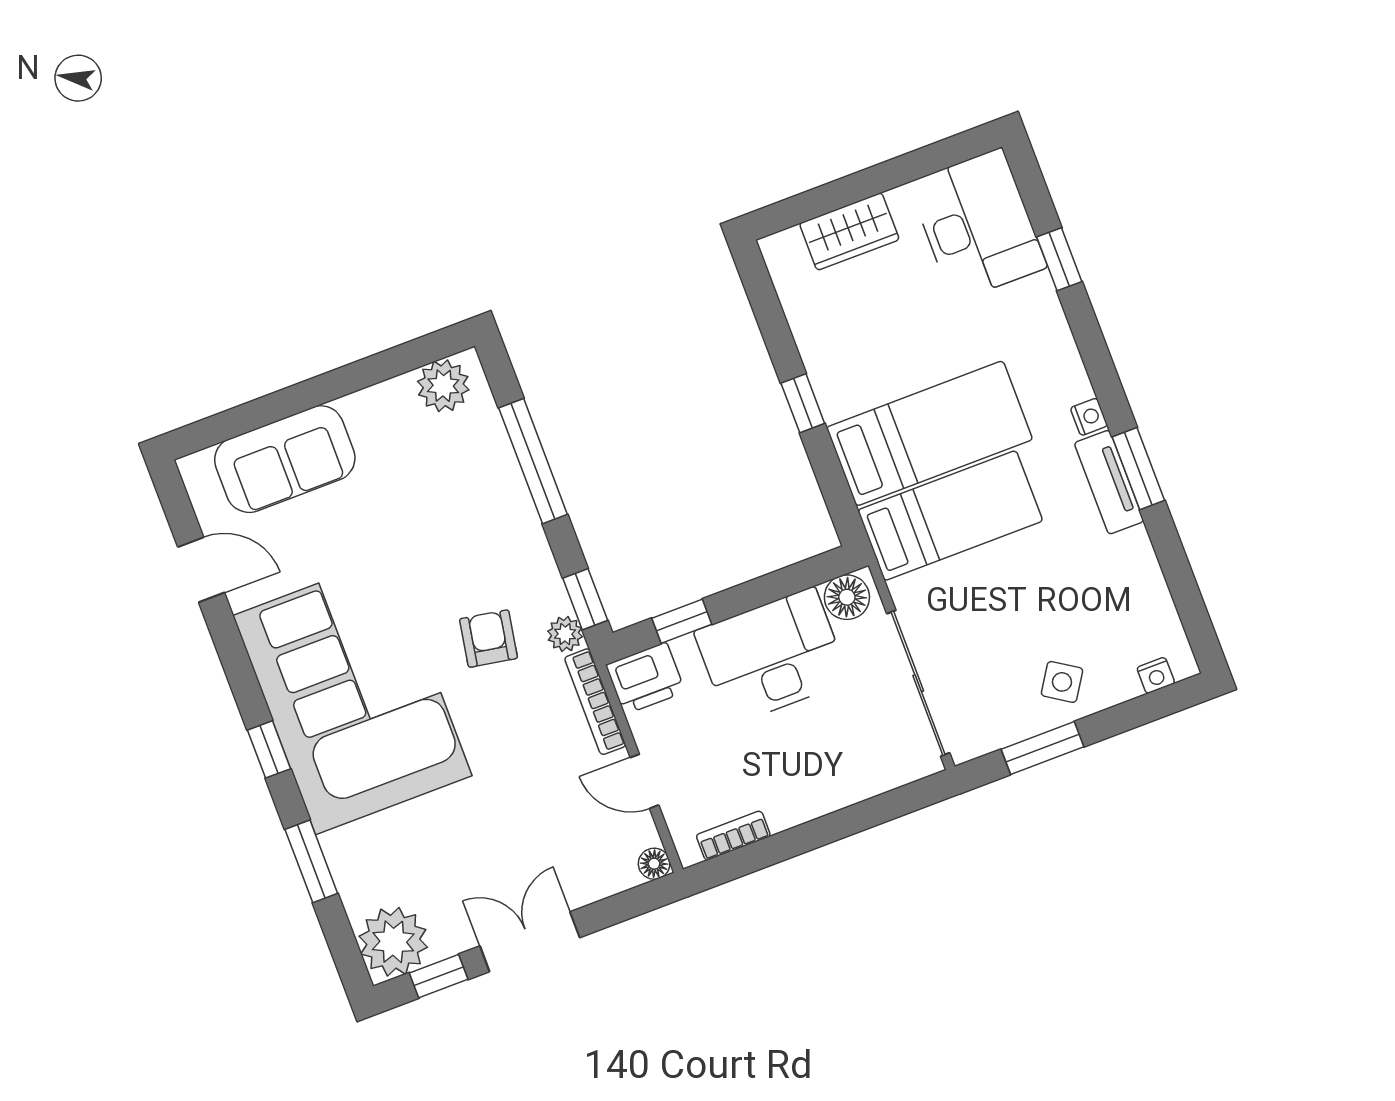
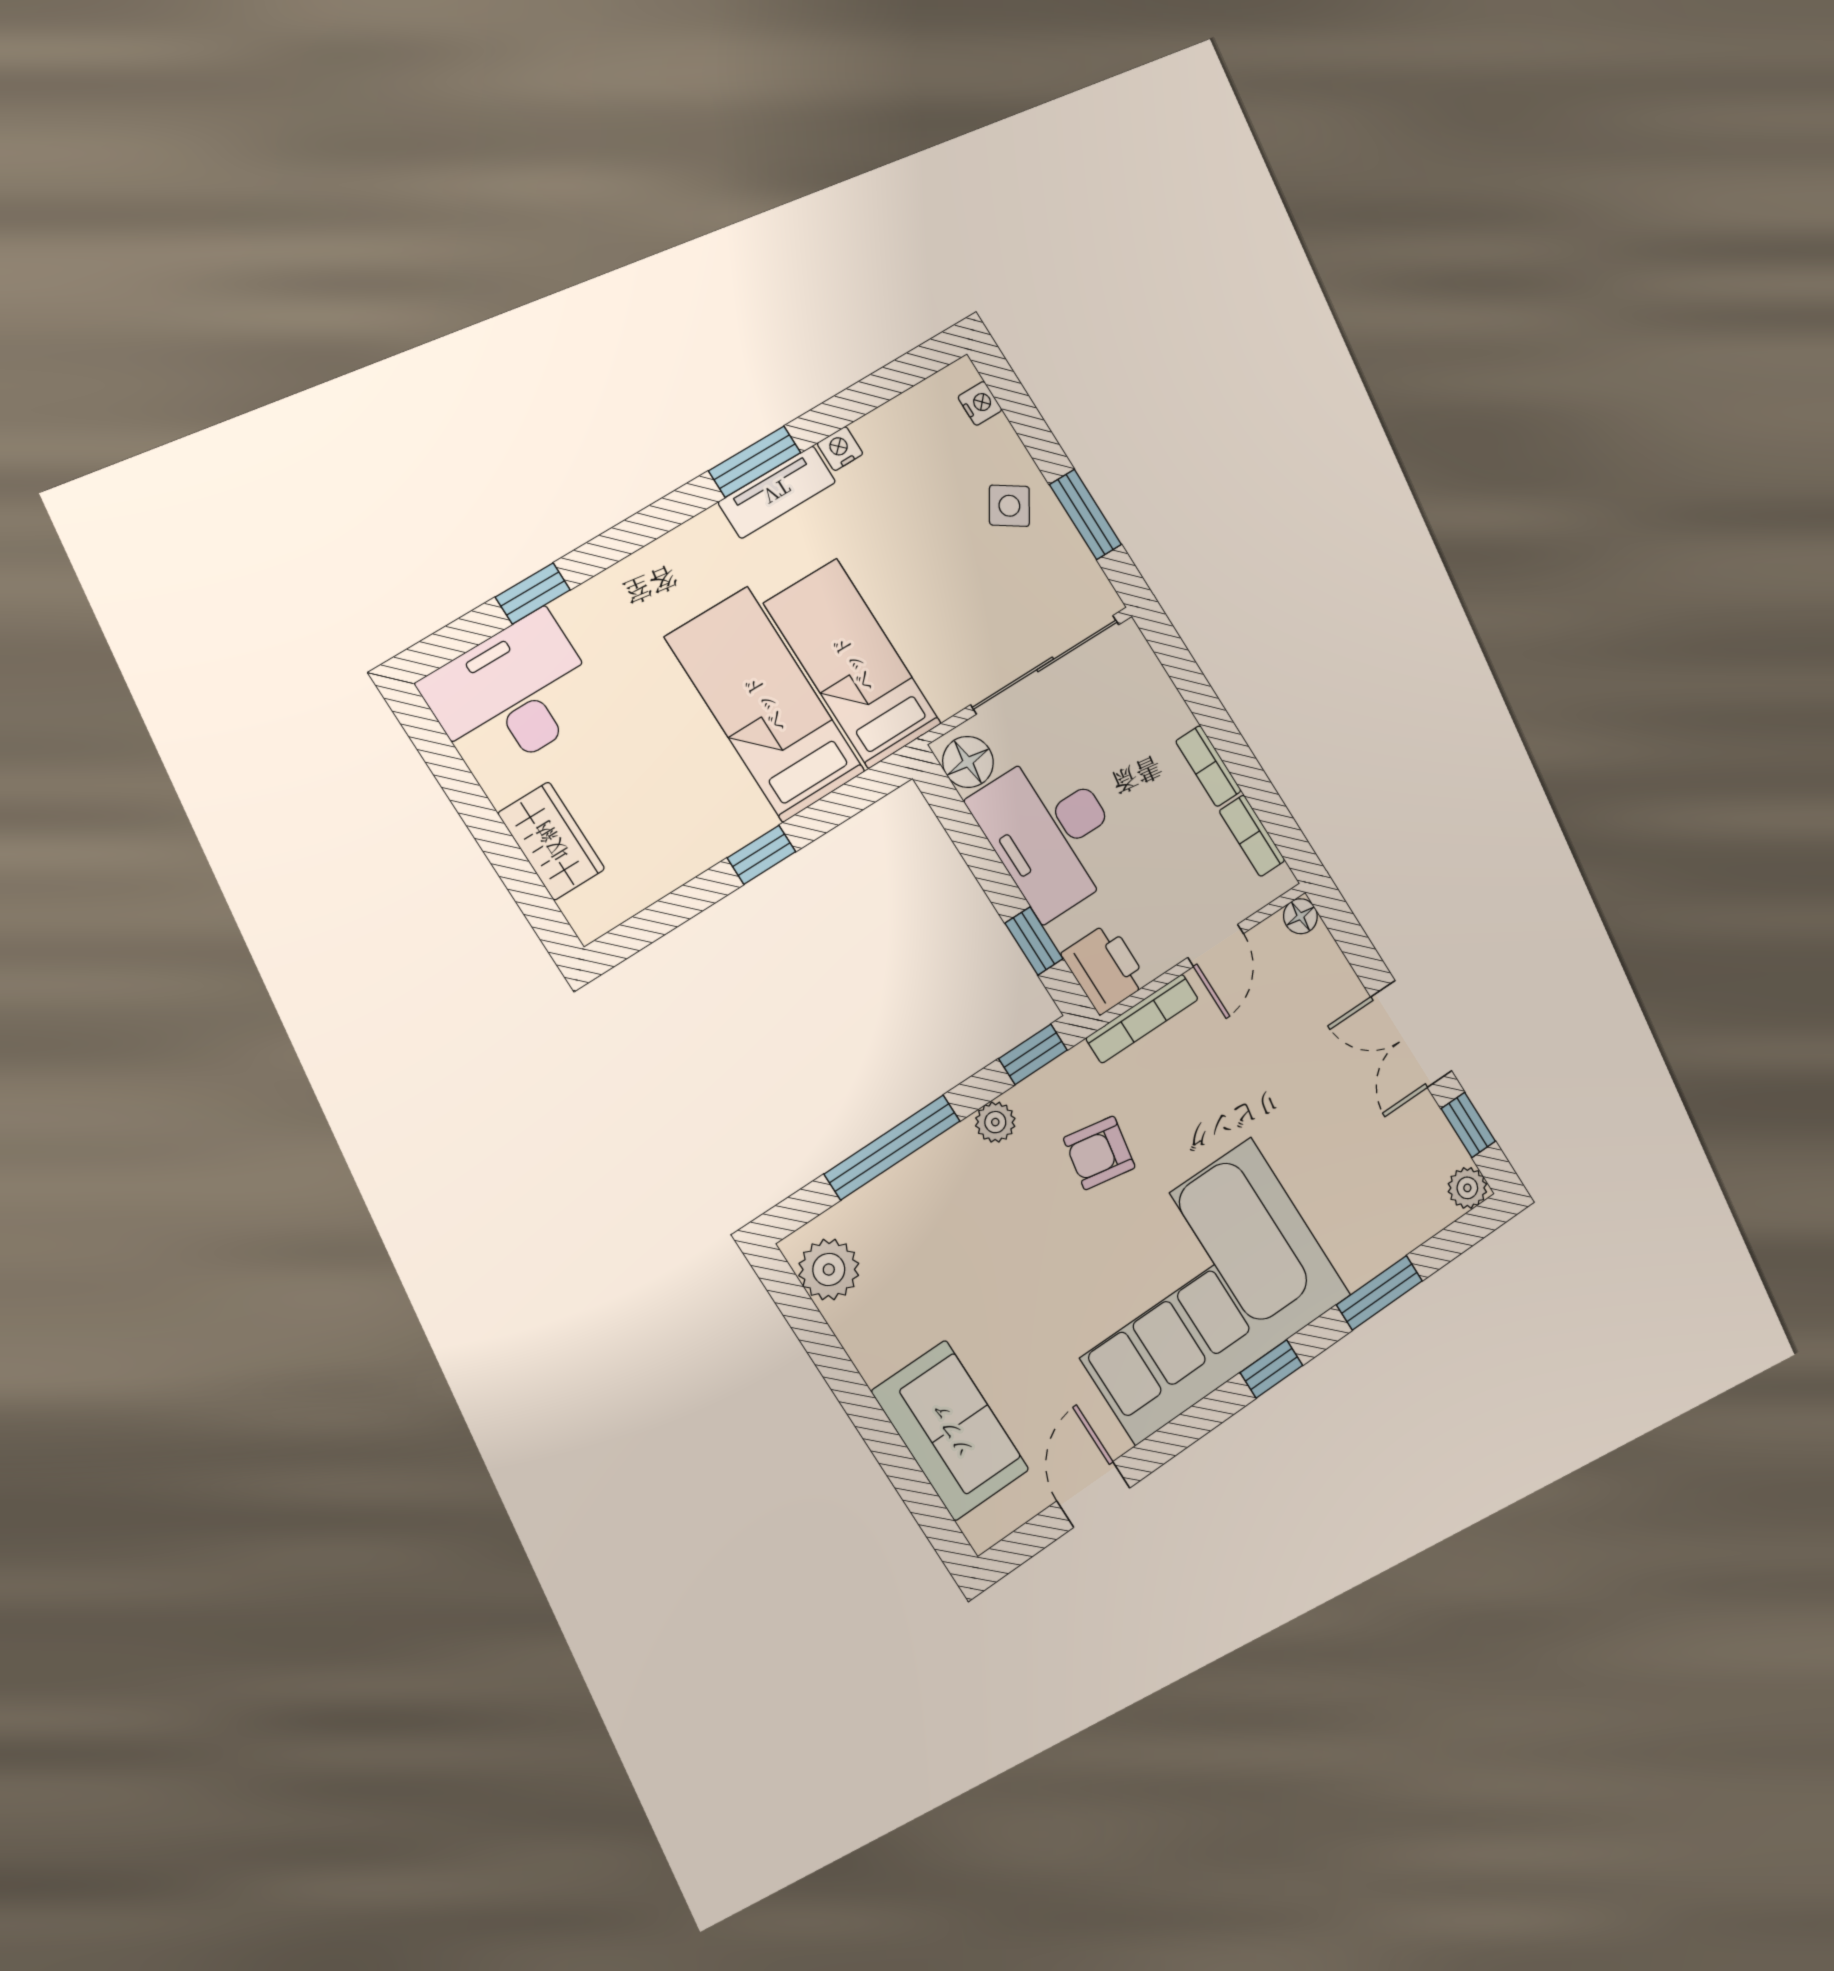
nightstand: (1089, 417) -> (840, 449), moved
plant: (565, 634) -> (995, 1122), moved
bookcase: (802, 810) -> (1208, 766), added
plant: (393, 942) -> (1467, 1188), width x0.53, depth x0.53

